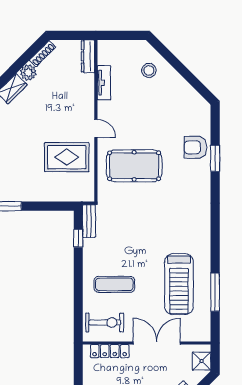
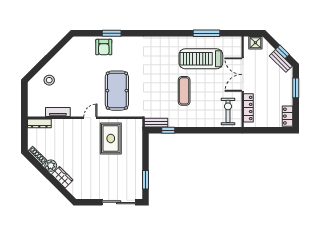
exercise mat: (114, 284) -> (184, 91), moved
treadmill: (179, 284) -> (201, 59), turned 180

